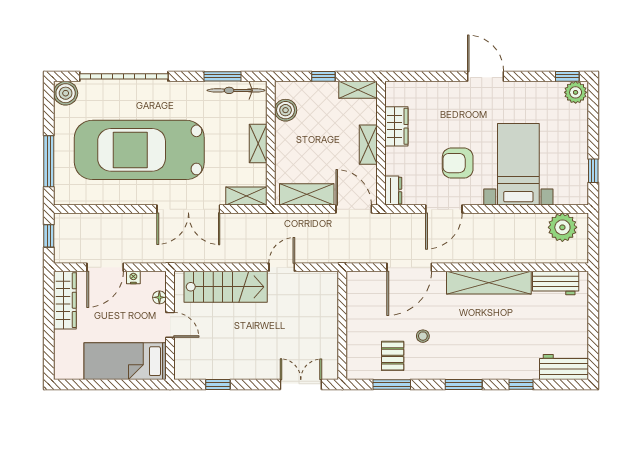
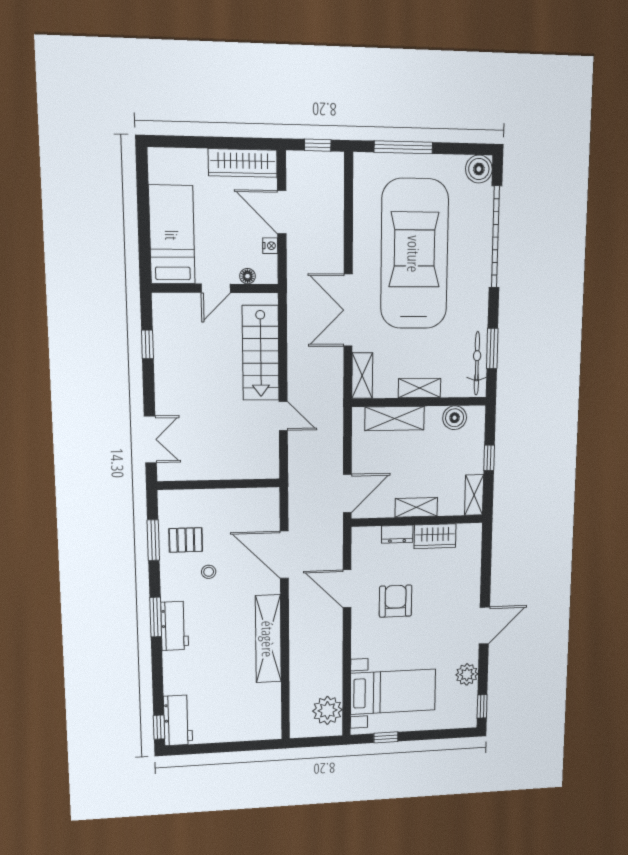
plant: (576, 92) -> (467, 674), moved
bed with nightstands: (518, 164) -> (393, 692), moved
dresser: (393, 191) -> (397, 534), moved
shelving: (307, 194) -> (395, 418), moved, turned 90
workbench: (556, 283) -> (175, 626), moved, turned 180
window: (521, 384) -> (159, 727), moved

